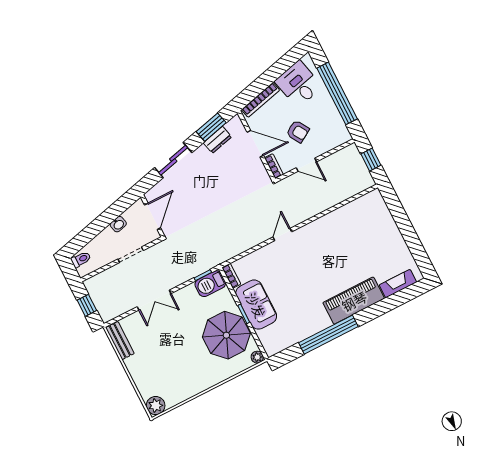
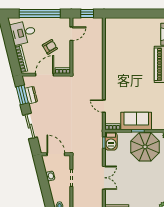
door: (306, 165) -> (71, 34), moved
door: (282, 234) -> (104, 106), moved

